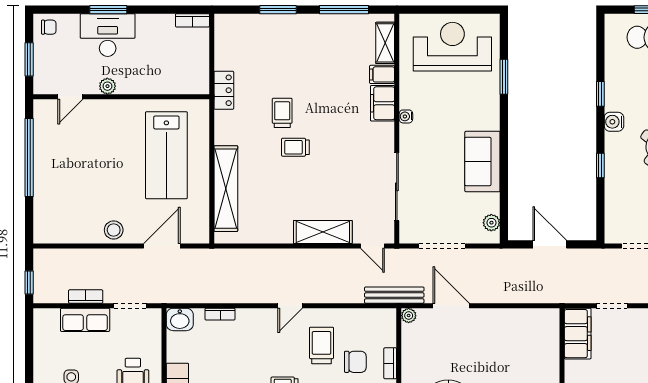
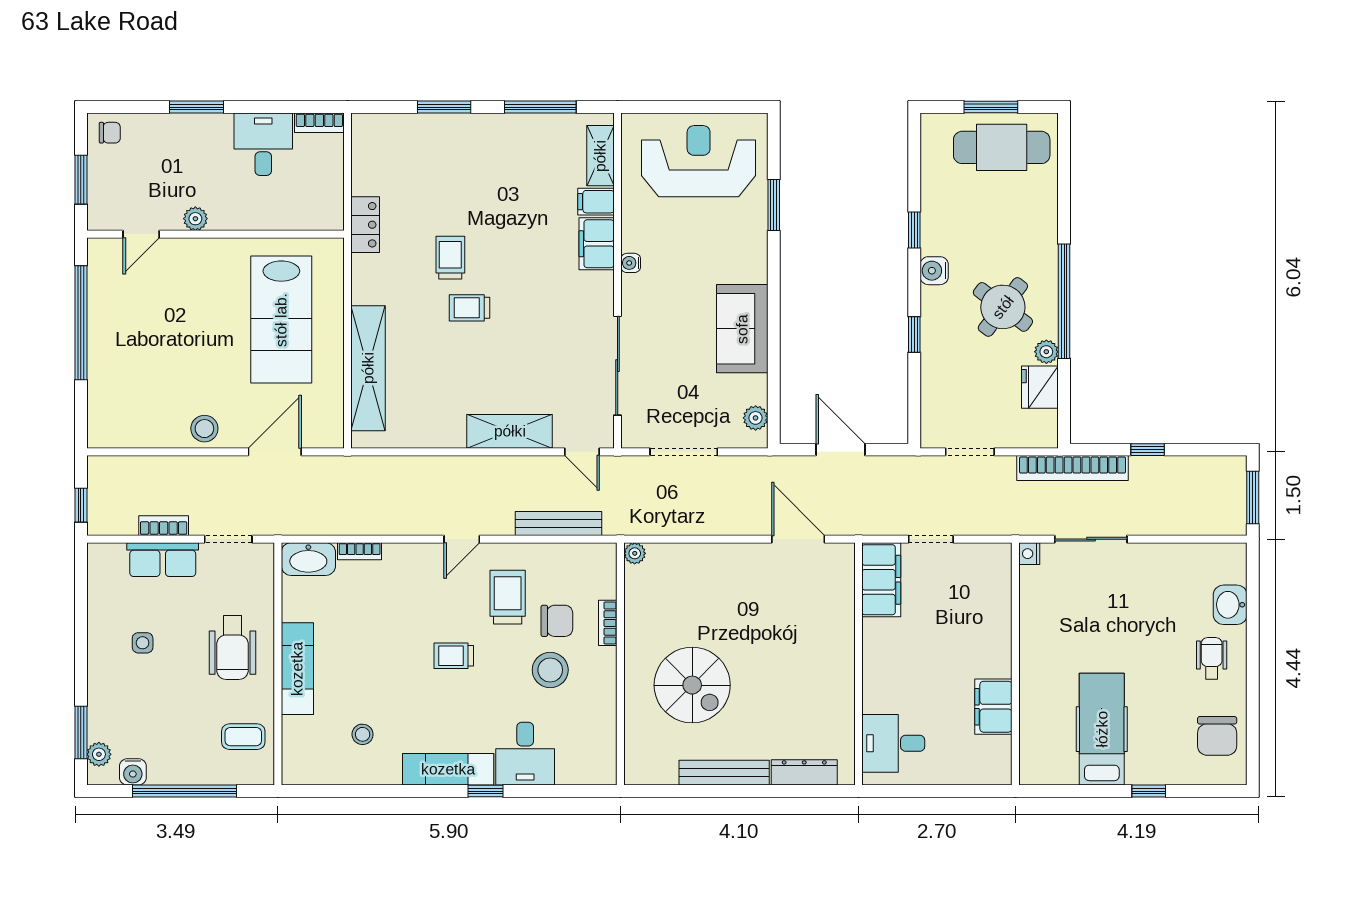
desk: (108, 35) -> (263, 144), moved, width x0.73
bench: (394, 295) -> (559, 523), moved
door: (451, 306) -> (798, 539), moved
washbasin: (180, 319) -> (308, 559), width x1.38

